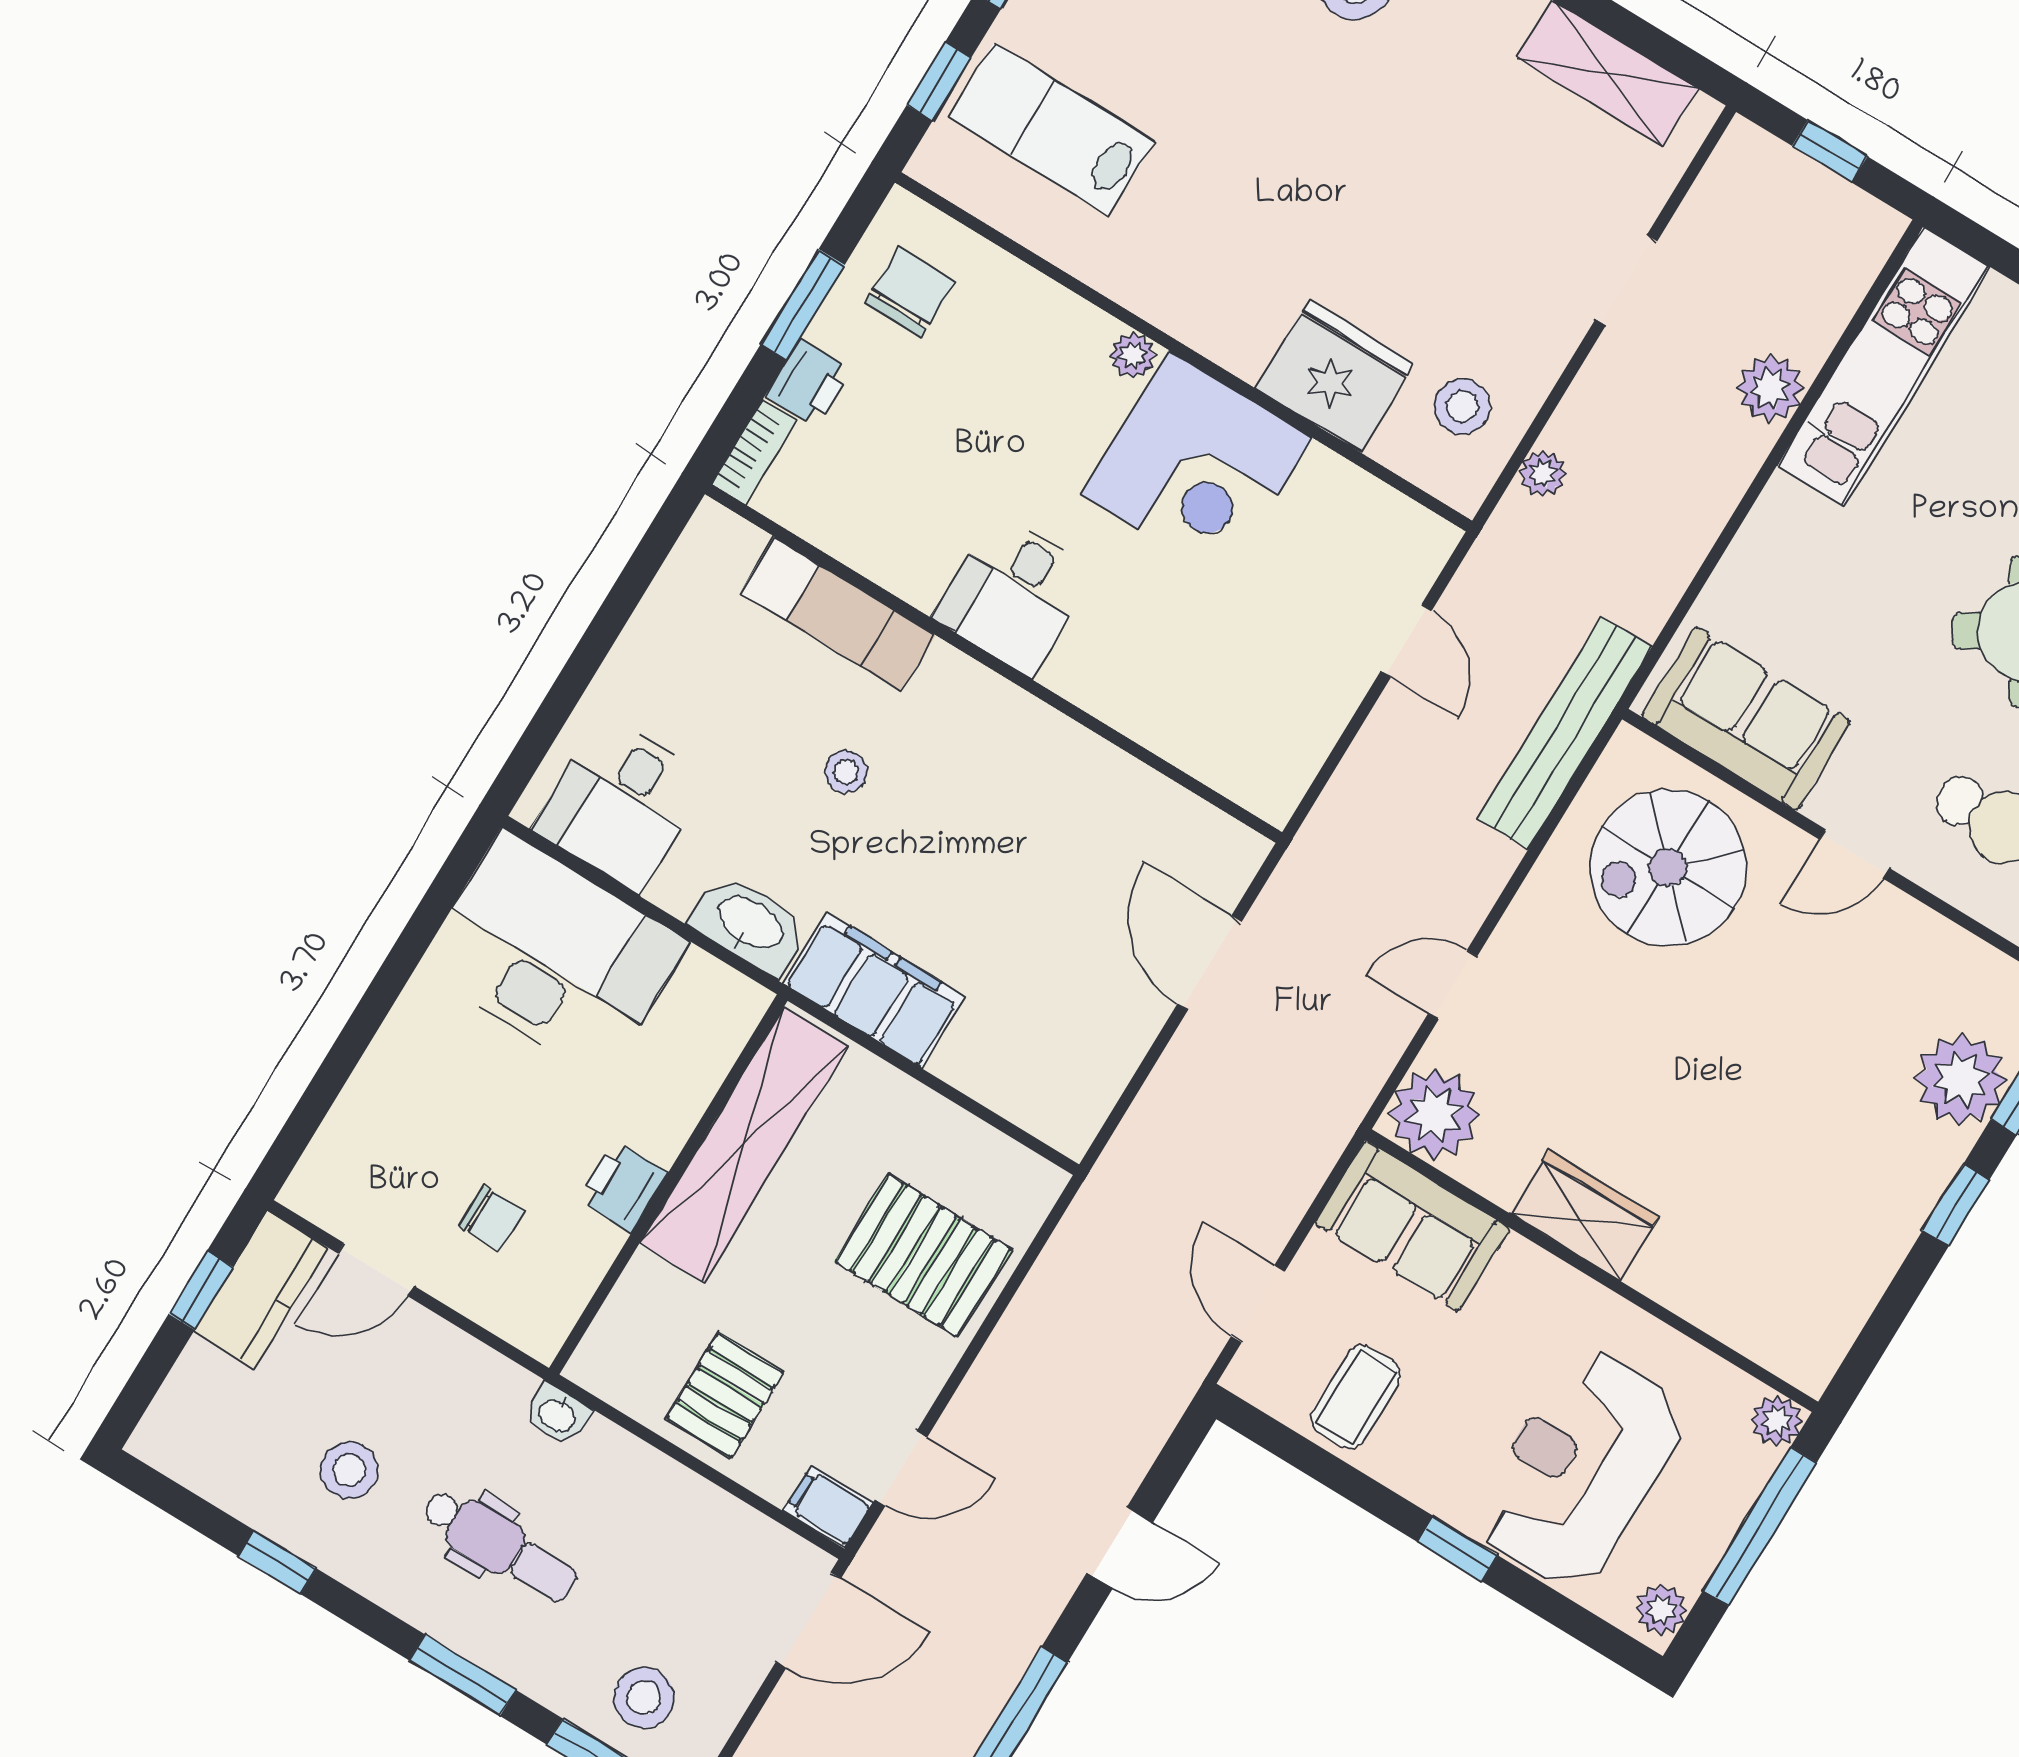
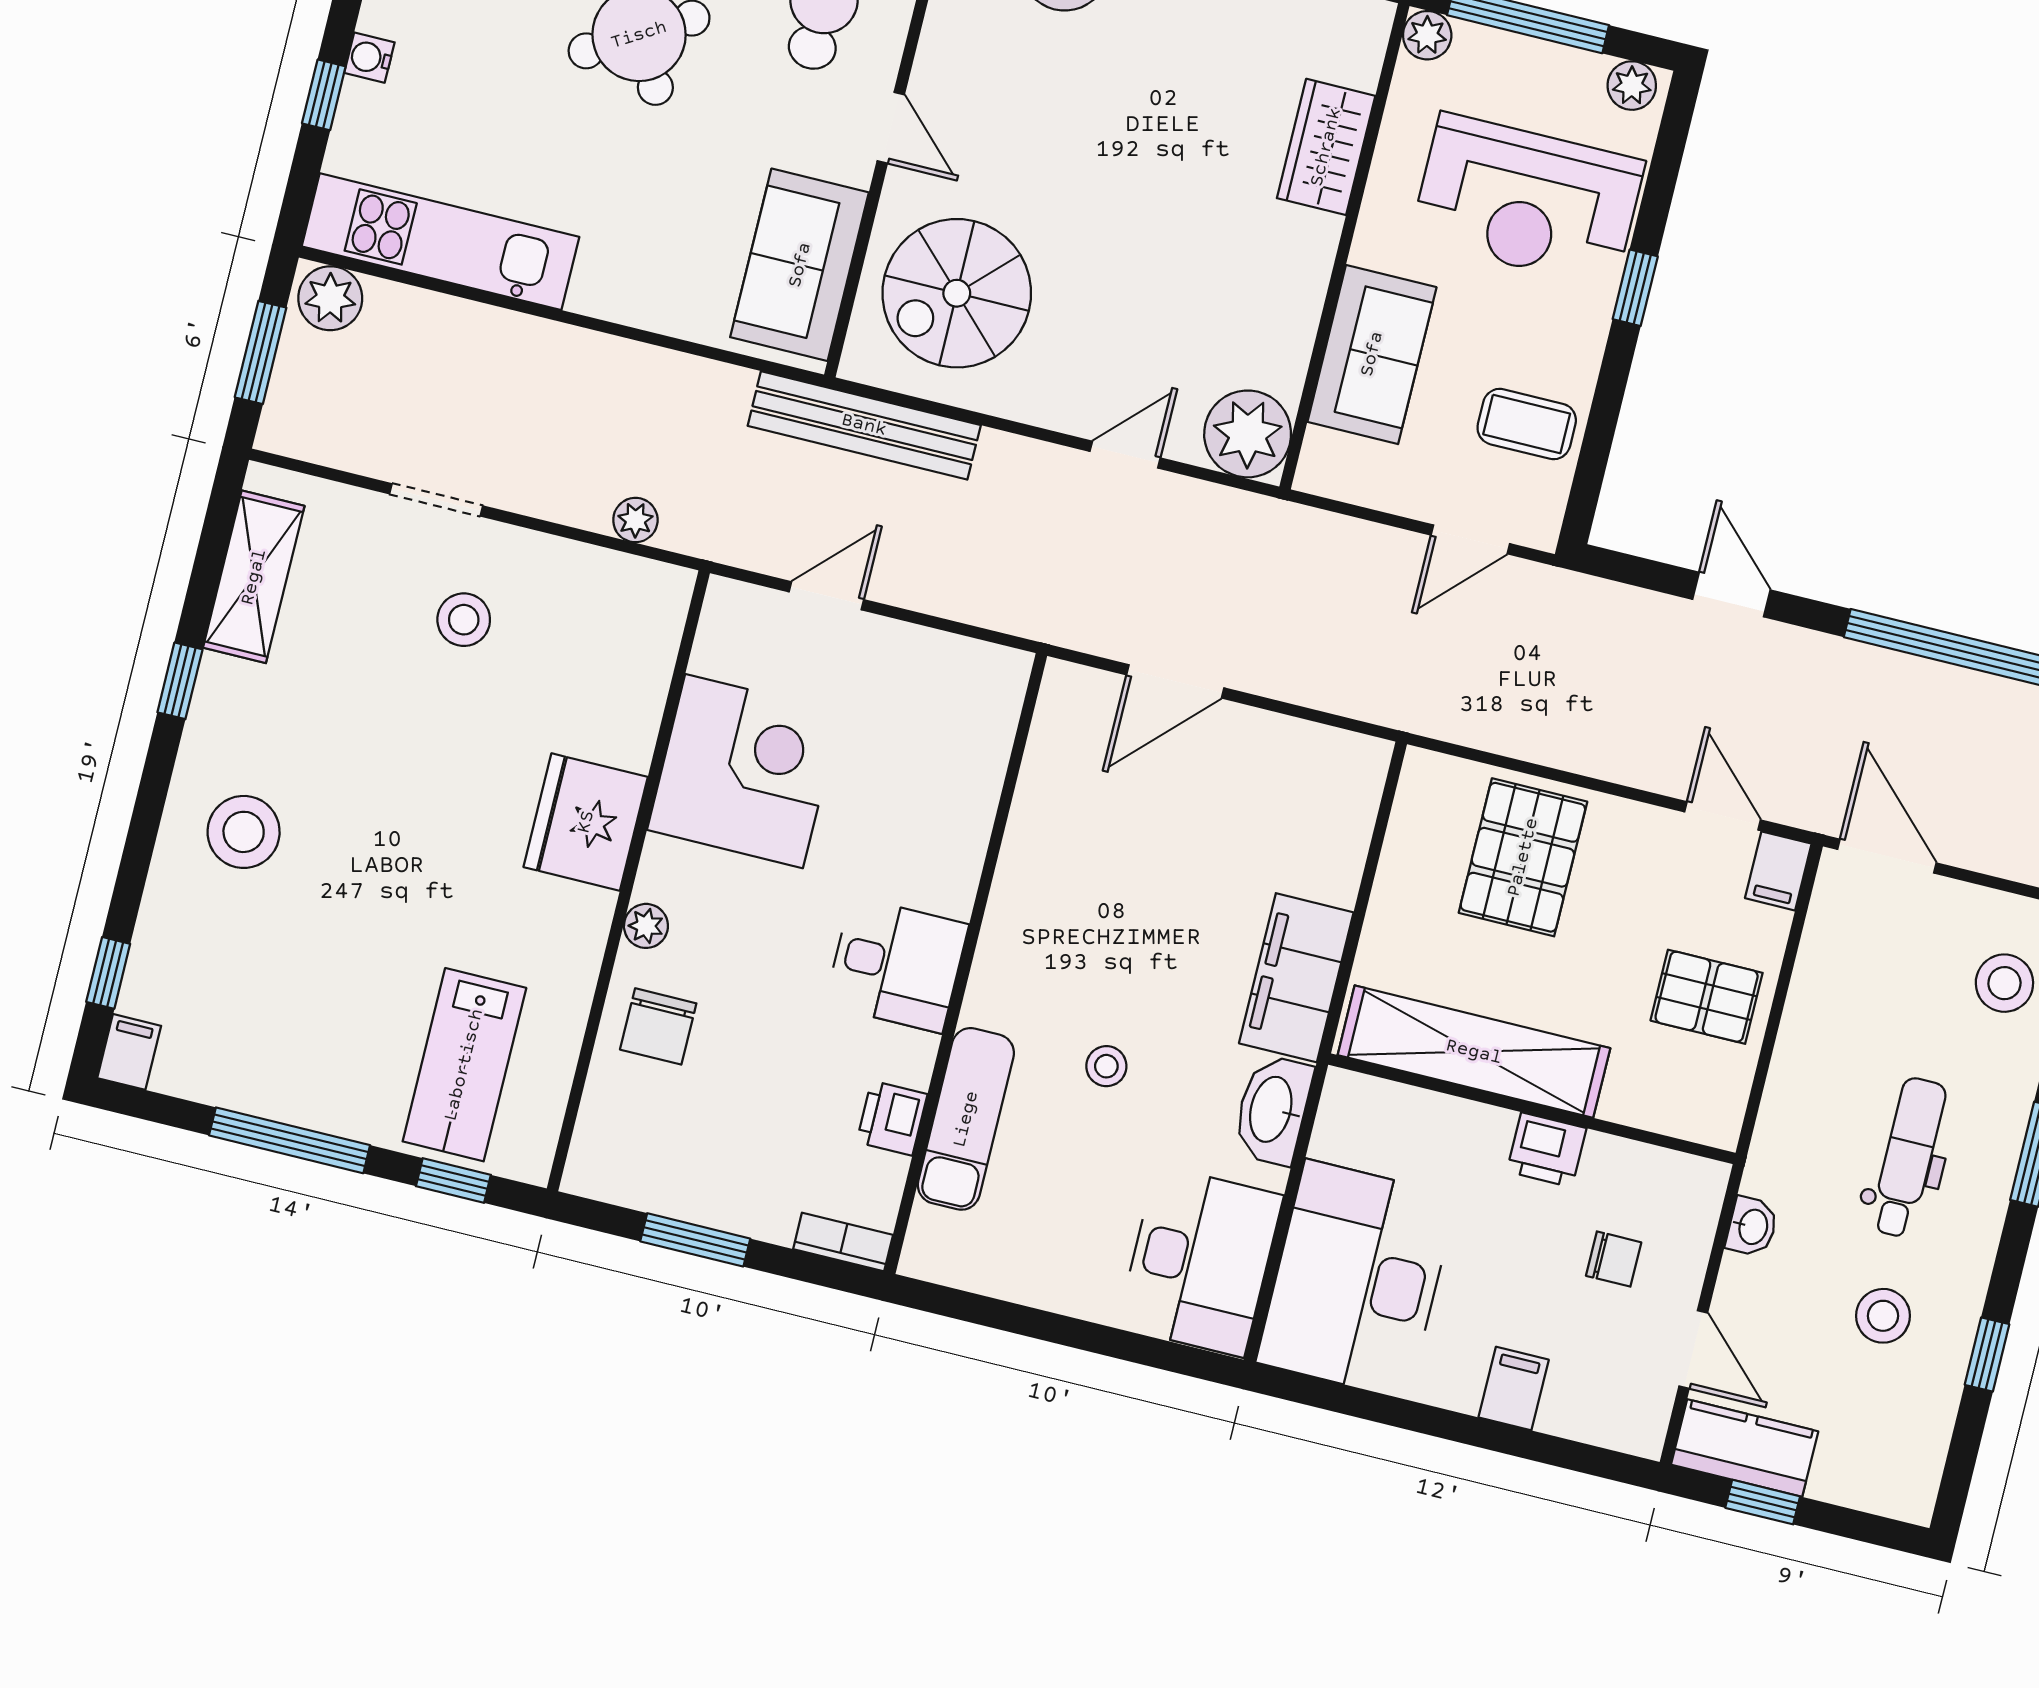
window: (1830, 151) -> (261, 353), width x1.50
chair: (910, 292) -> (658, 1026), moved, turned -90
fridge: (1335, 376) -> (586, 822), moved
printer: (808, 383) -> (892, 1118), moved, turned -90
plant: (1770, 388) -> (330, 298), moved
stool: (1462, 407) -> (464, 620), moved
corner desk: (1197, 466) -> (744, 771), moved
desk: (621, 804) -> (1200, 1261), width x1.37
spiral stairs: (1668, 867) -> (957, 293), turned 90
door: (1453, 985) -> (1125, 455), swing flipped
filing cabinet: (394, 1077) -> (1514, 1389), added
wardrobe: (1584, 1215) -> (1326, 147), moved
chair: (492, 1218) -> (1614, 1259), turned 90
sofa: (1412, 1226) -> (1372, 354), moved
washbasin: (557, 1415) -> (1752, 1227), moved

